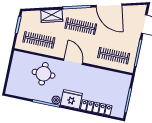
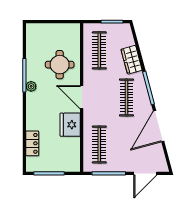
door: (73, 62) -> (82, 97), swing flipped
fridge: (71, 99) -> (70, 125), moved, turned 180
locker: (96, 108) -> (32, 143), width x0.66

